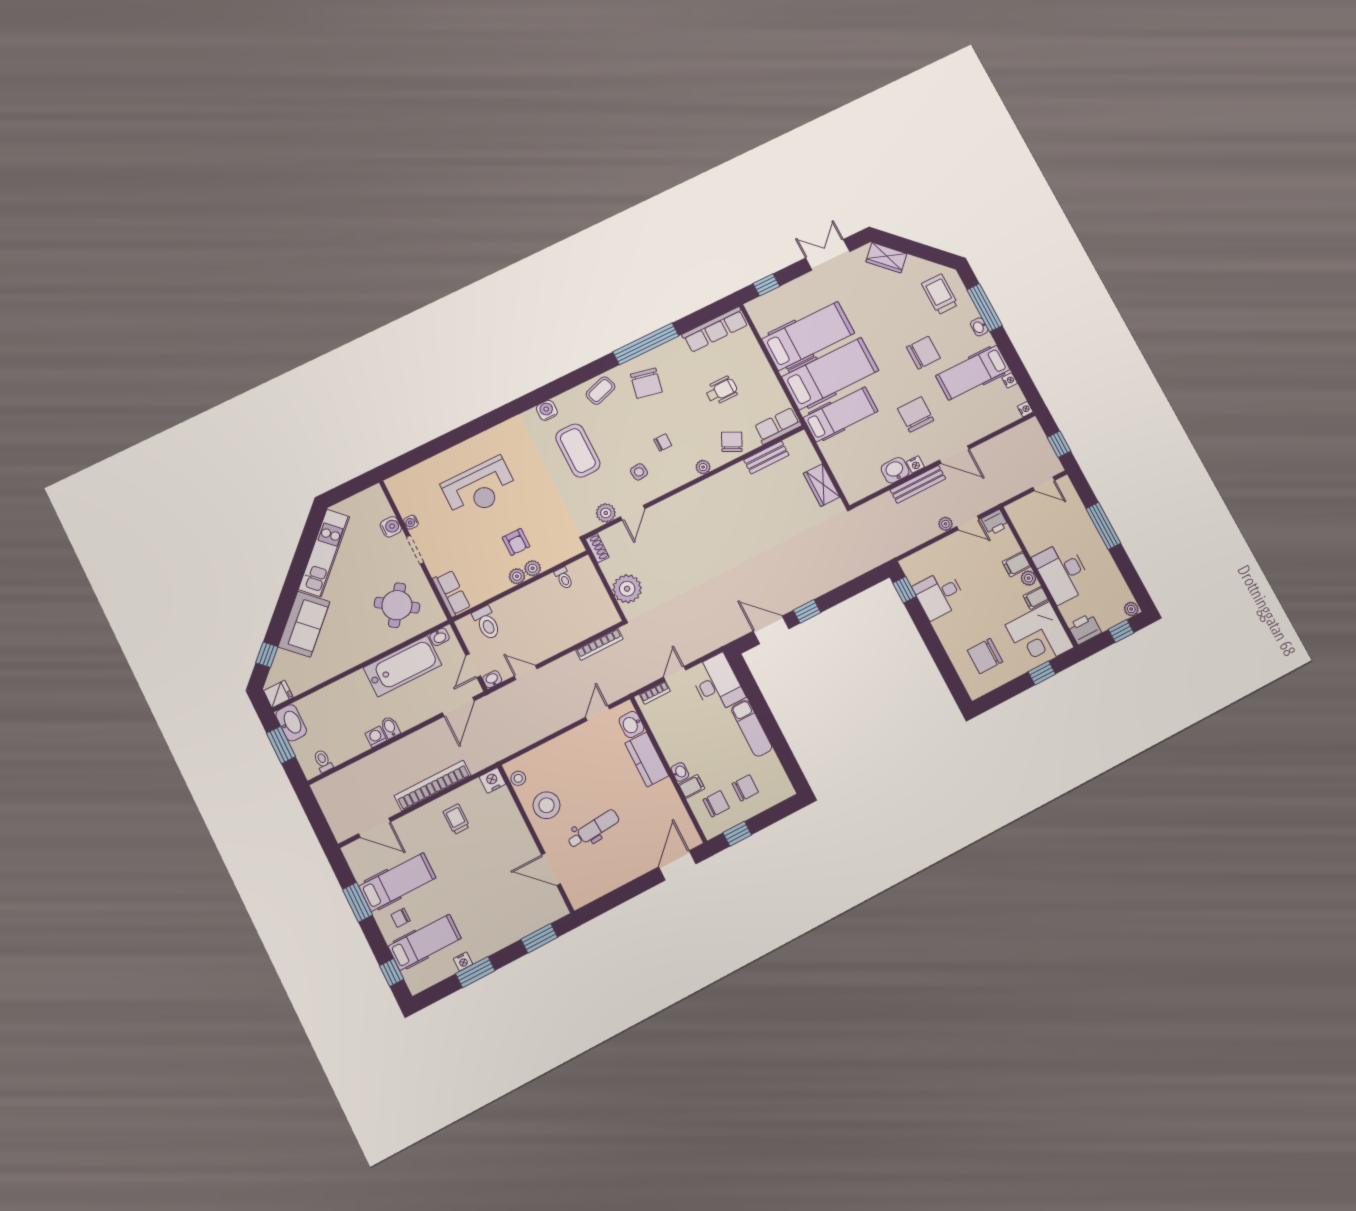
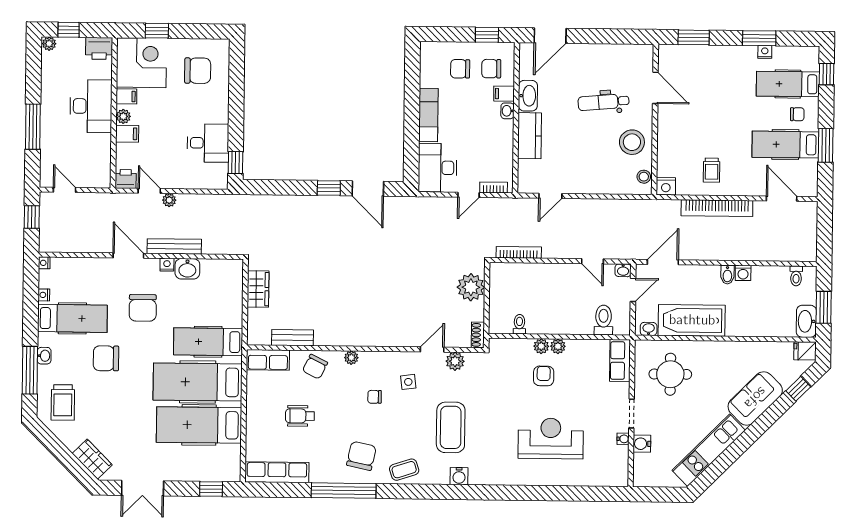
round table: (397, 605) -> (670, 374), turned -35
washbasin: (632, 724) -> (528, 96), moved, width x1.38

